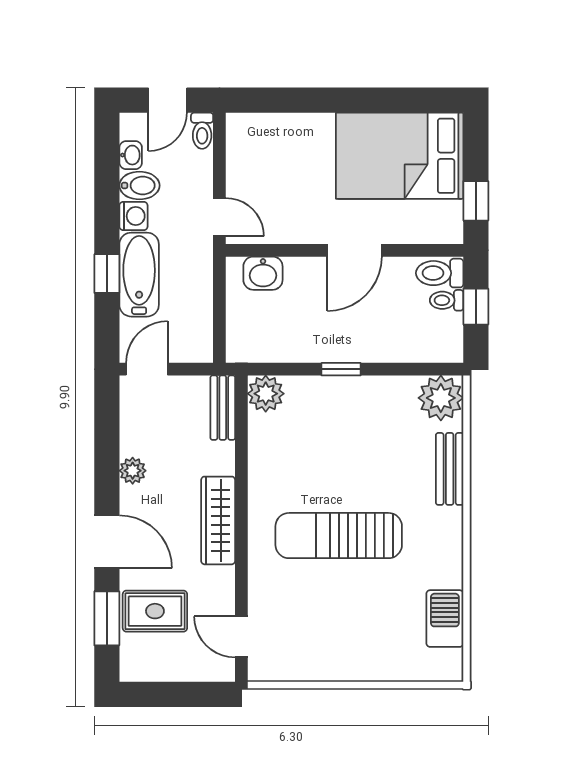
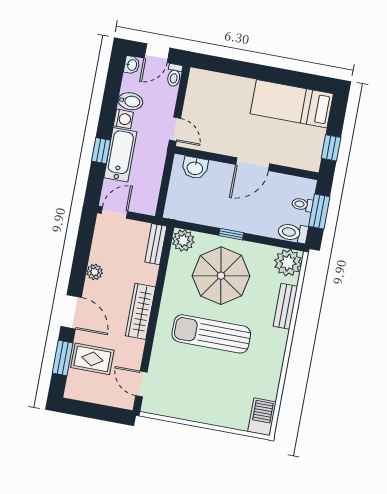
washbasin: (131, 155) -> (132, 65), moved
bed: (400, 156) -> (292, 104), width x0.67
toilet: (440, 273) -> (293, 233), moved
window: (476, 307) -> (319, 212), width x1.50
parasol: (337, 439) -> (221, 276), added
barbecue: (445, 619) -> (262, 417), moved

